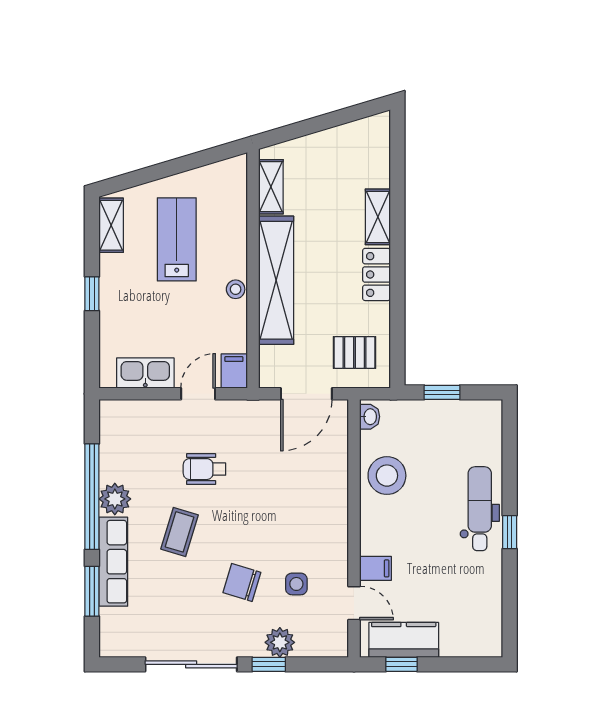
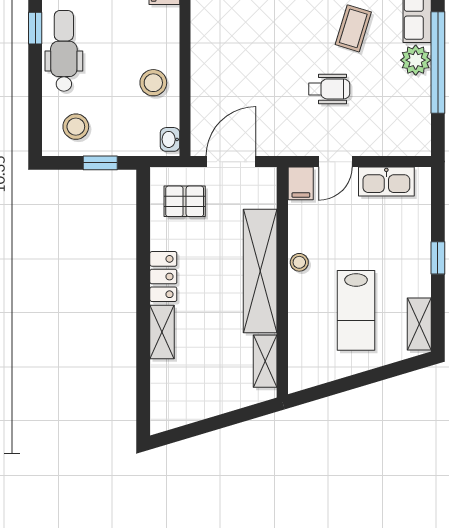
stool: (467, 430) -> (76, 127), added
stool: (387, 476) -> (153, 83), width x0.73, depth x0.73
dental chair: (480, 509) -> (64, 51), turned 180

